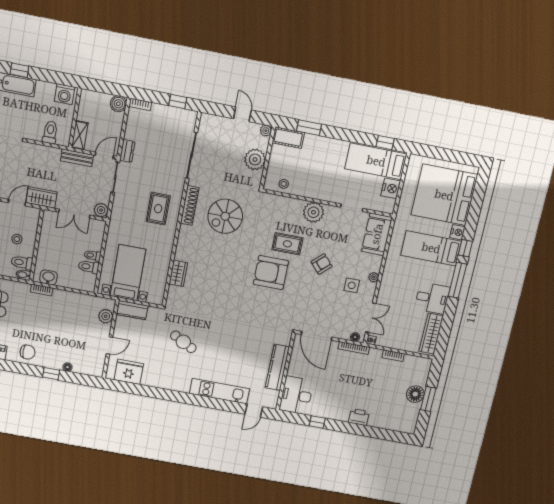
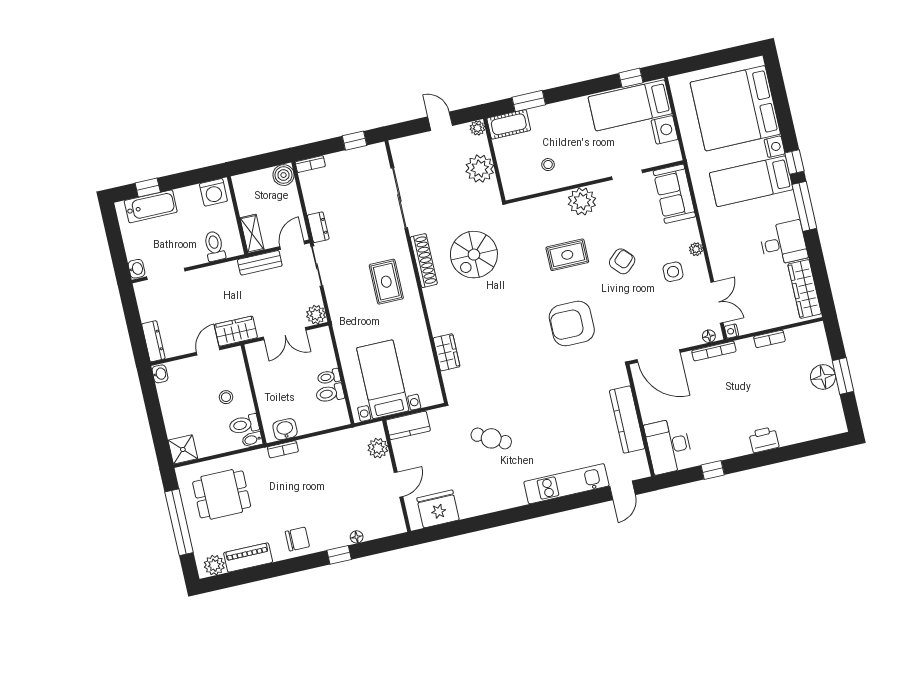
stool: (284, 184) -> (548, 165), moved
armchair: (271, 272) -> (572, 324), moved

